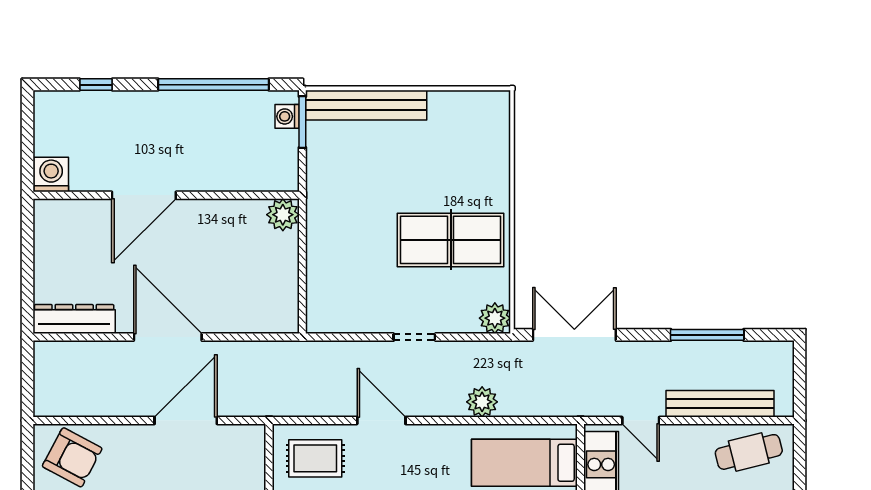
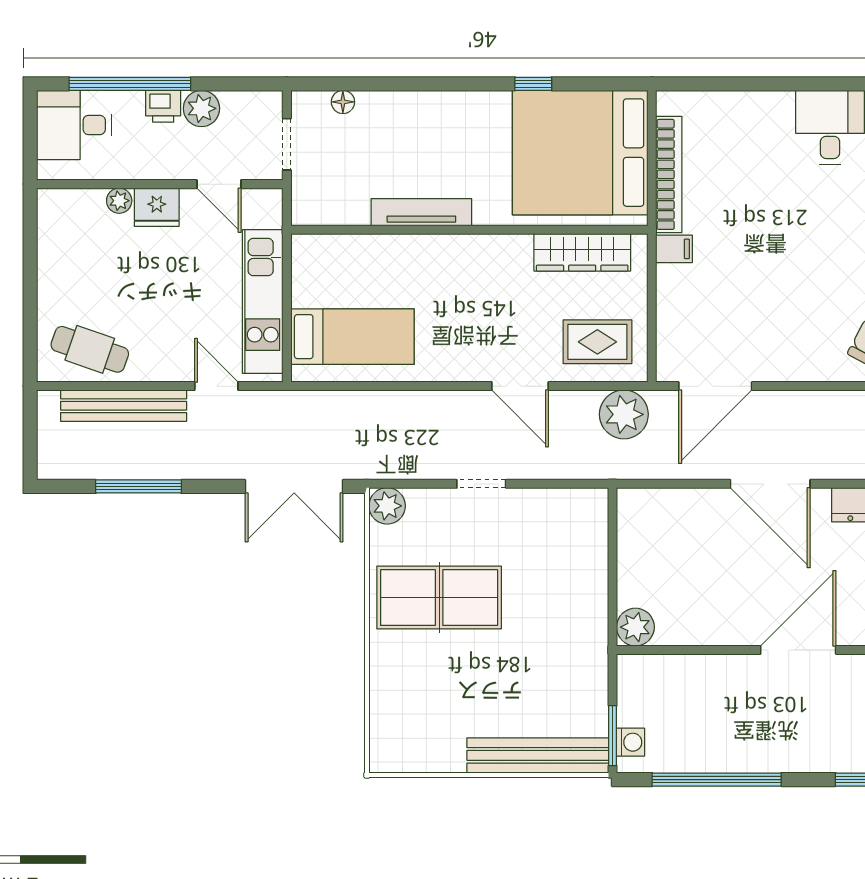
plant: (482, 402) -> (624, 414), moved, width x1.36, depth x1.36
door: (186, 421) -> (715, 386), moved
cafe table: (749, 452) -> (90, 349), turned 33

